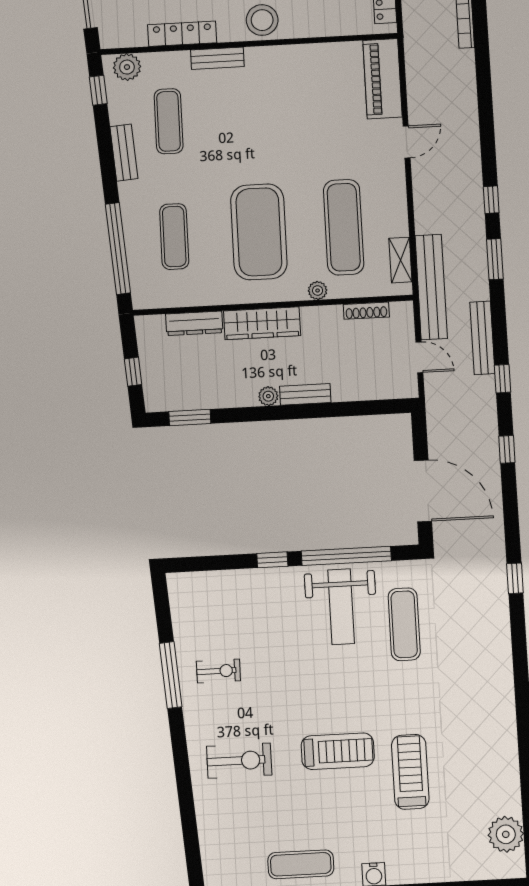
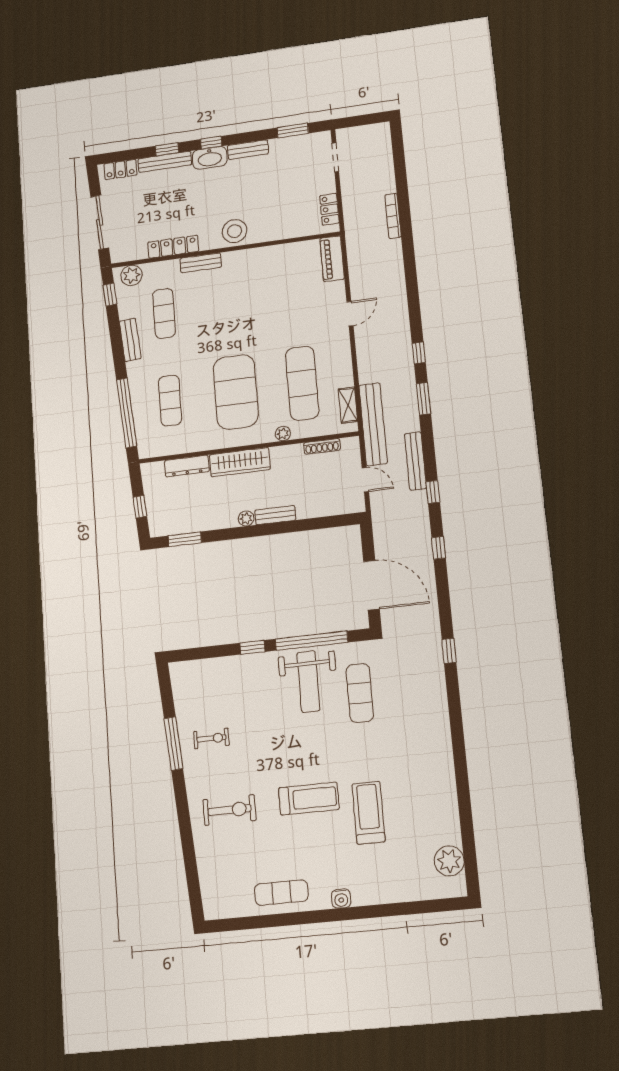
piano: (382, 79) -> (332, 259), width x0.73, depth x0.75

